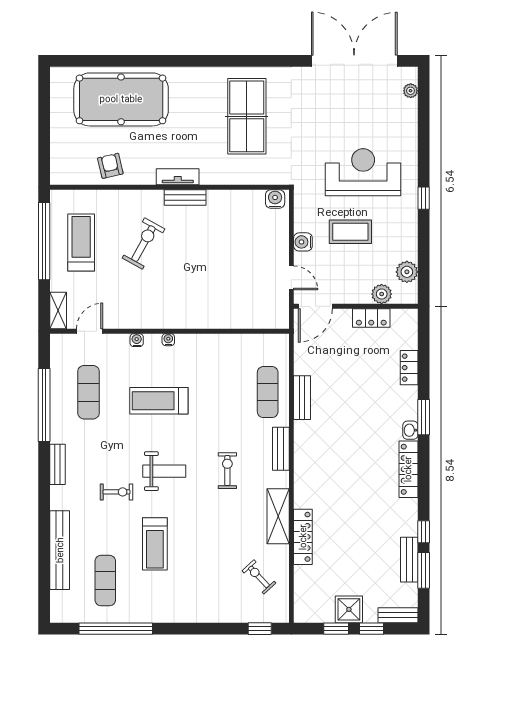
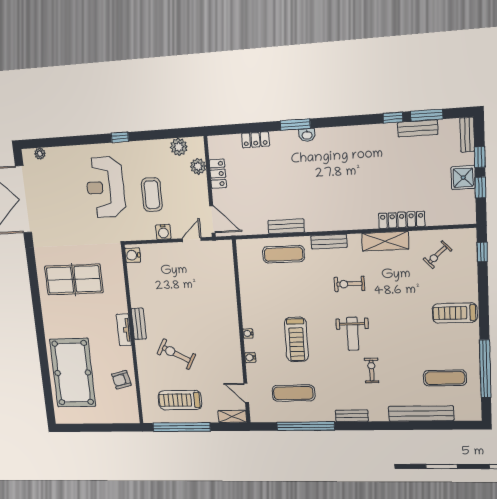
locker: (408, 469) -> (340, 134), removed
weight bench: (164, 471) -> (353, 334), turned 180
treadmill: (155, 544) -> (455, 313), moved, turned 180

